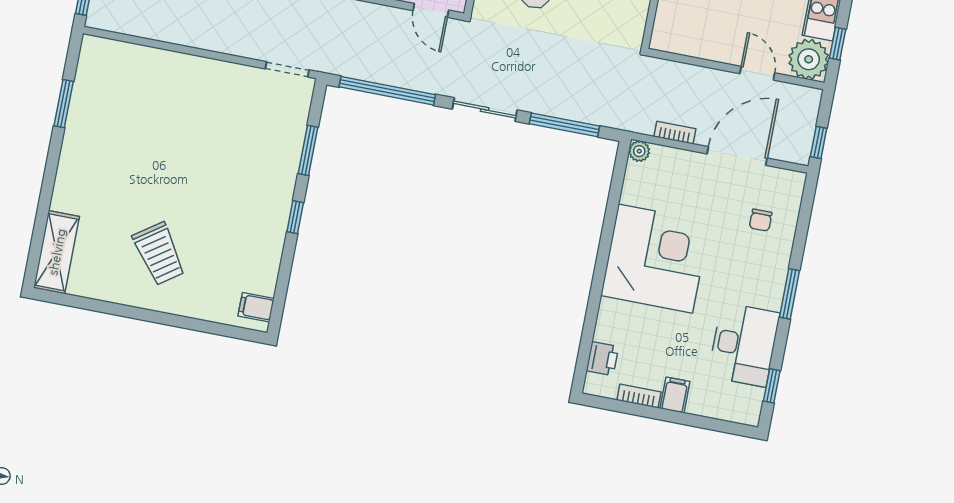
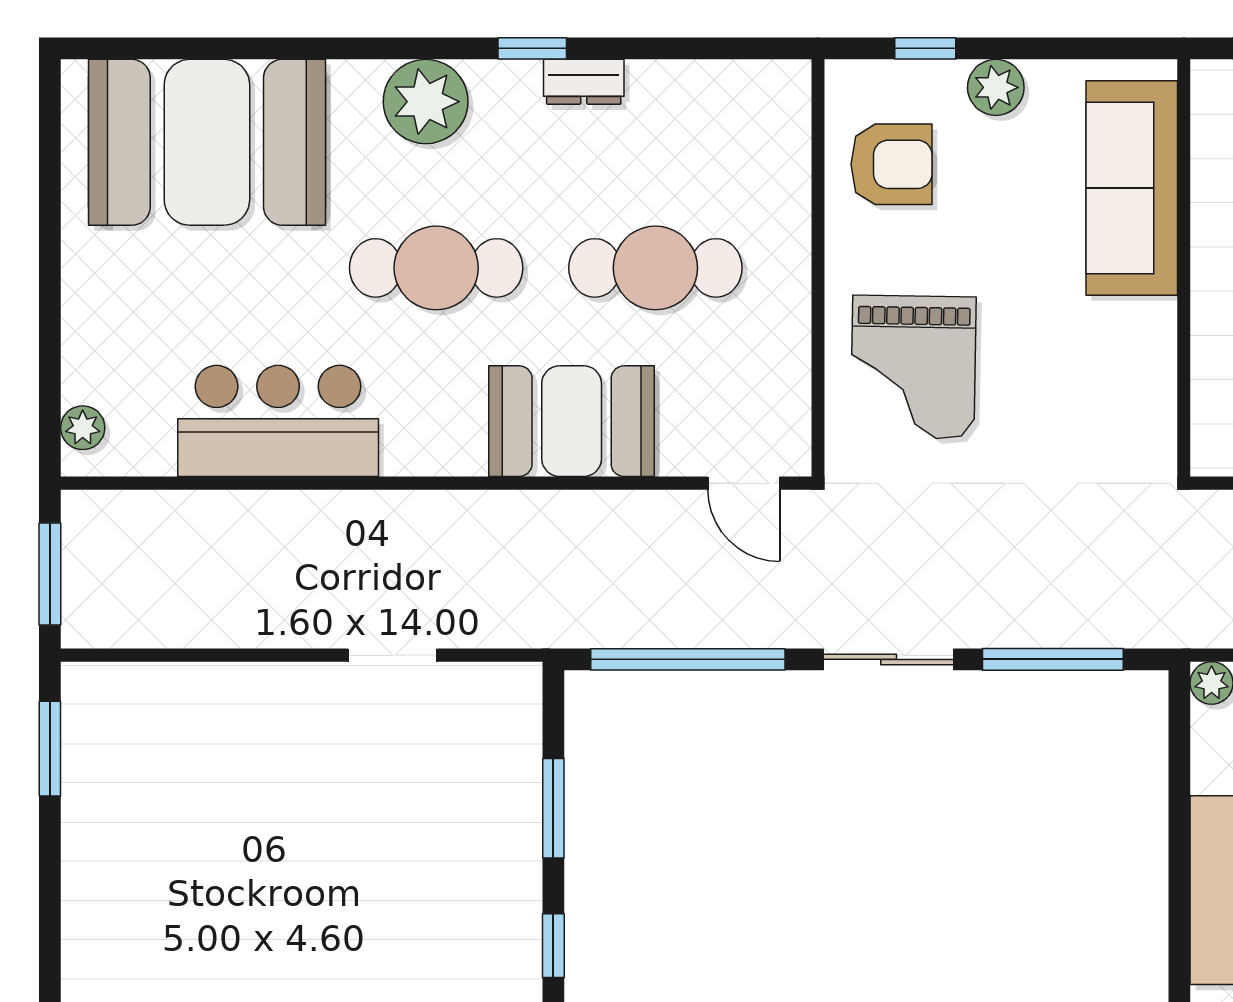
doorway: (287, 69) -> (392, 655), moved
window: (64, 104) -> (50, 749), moved

